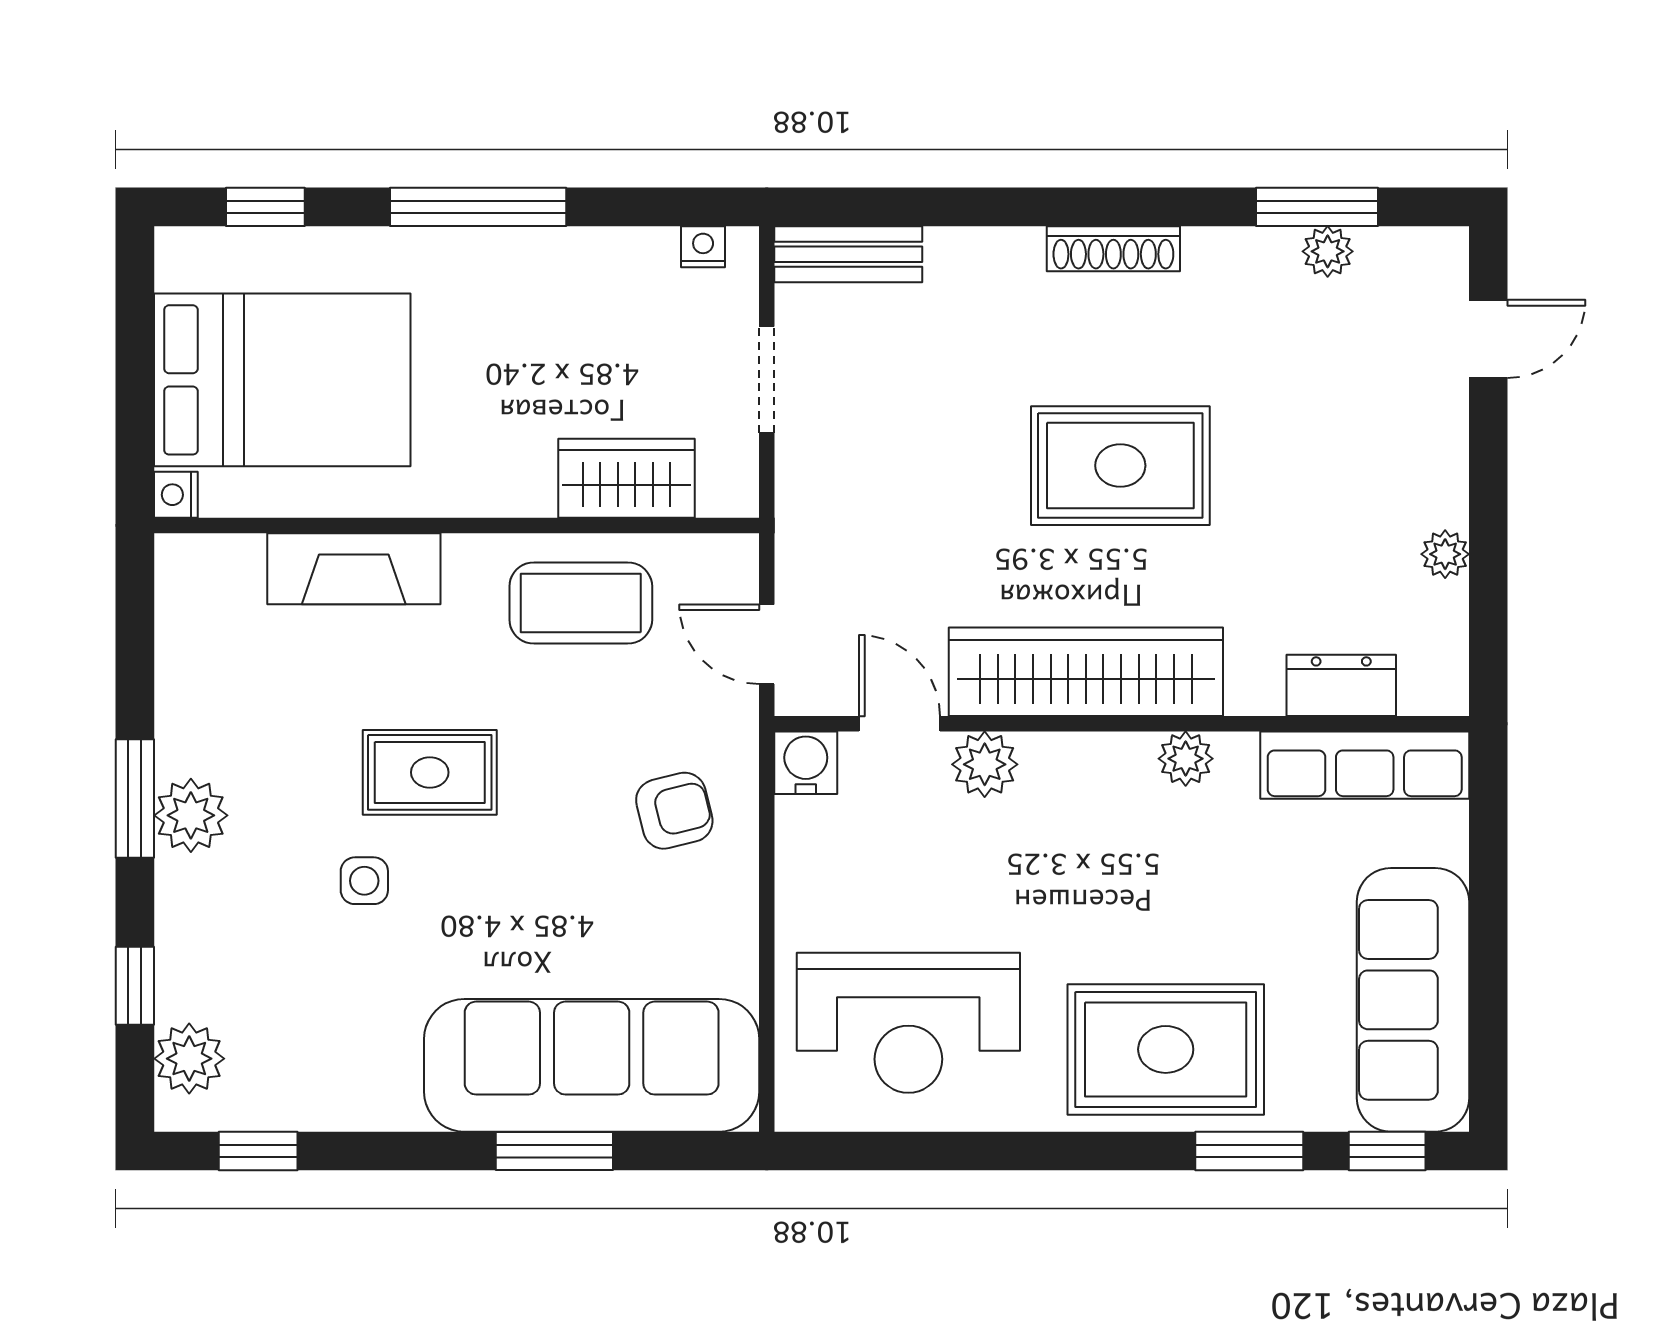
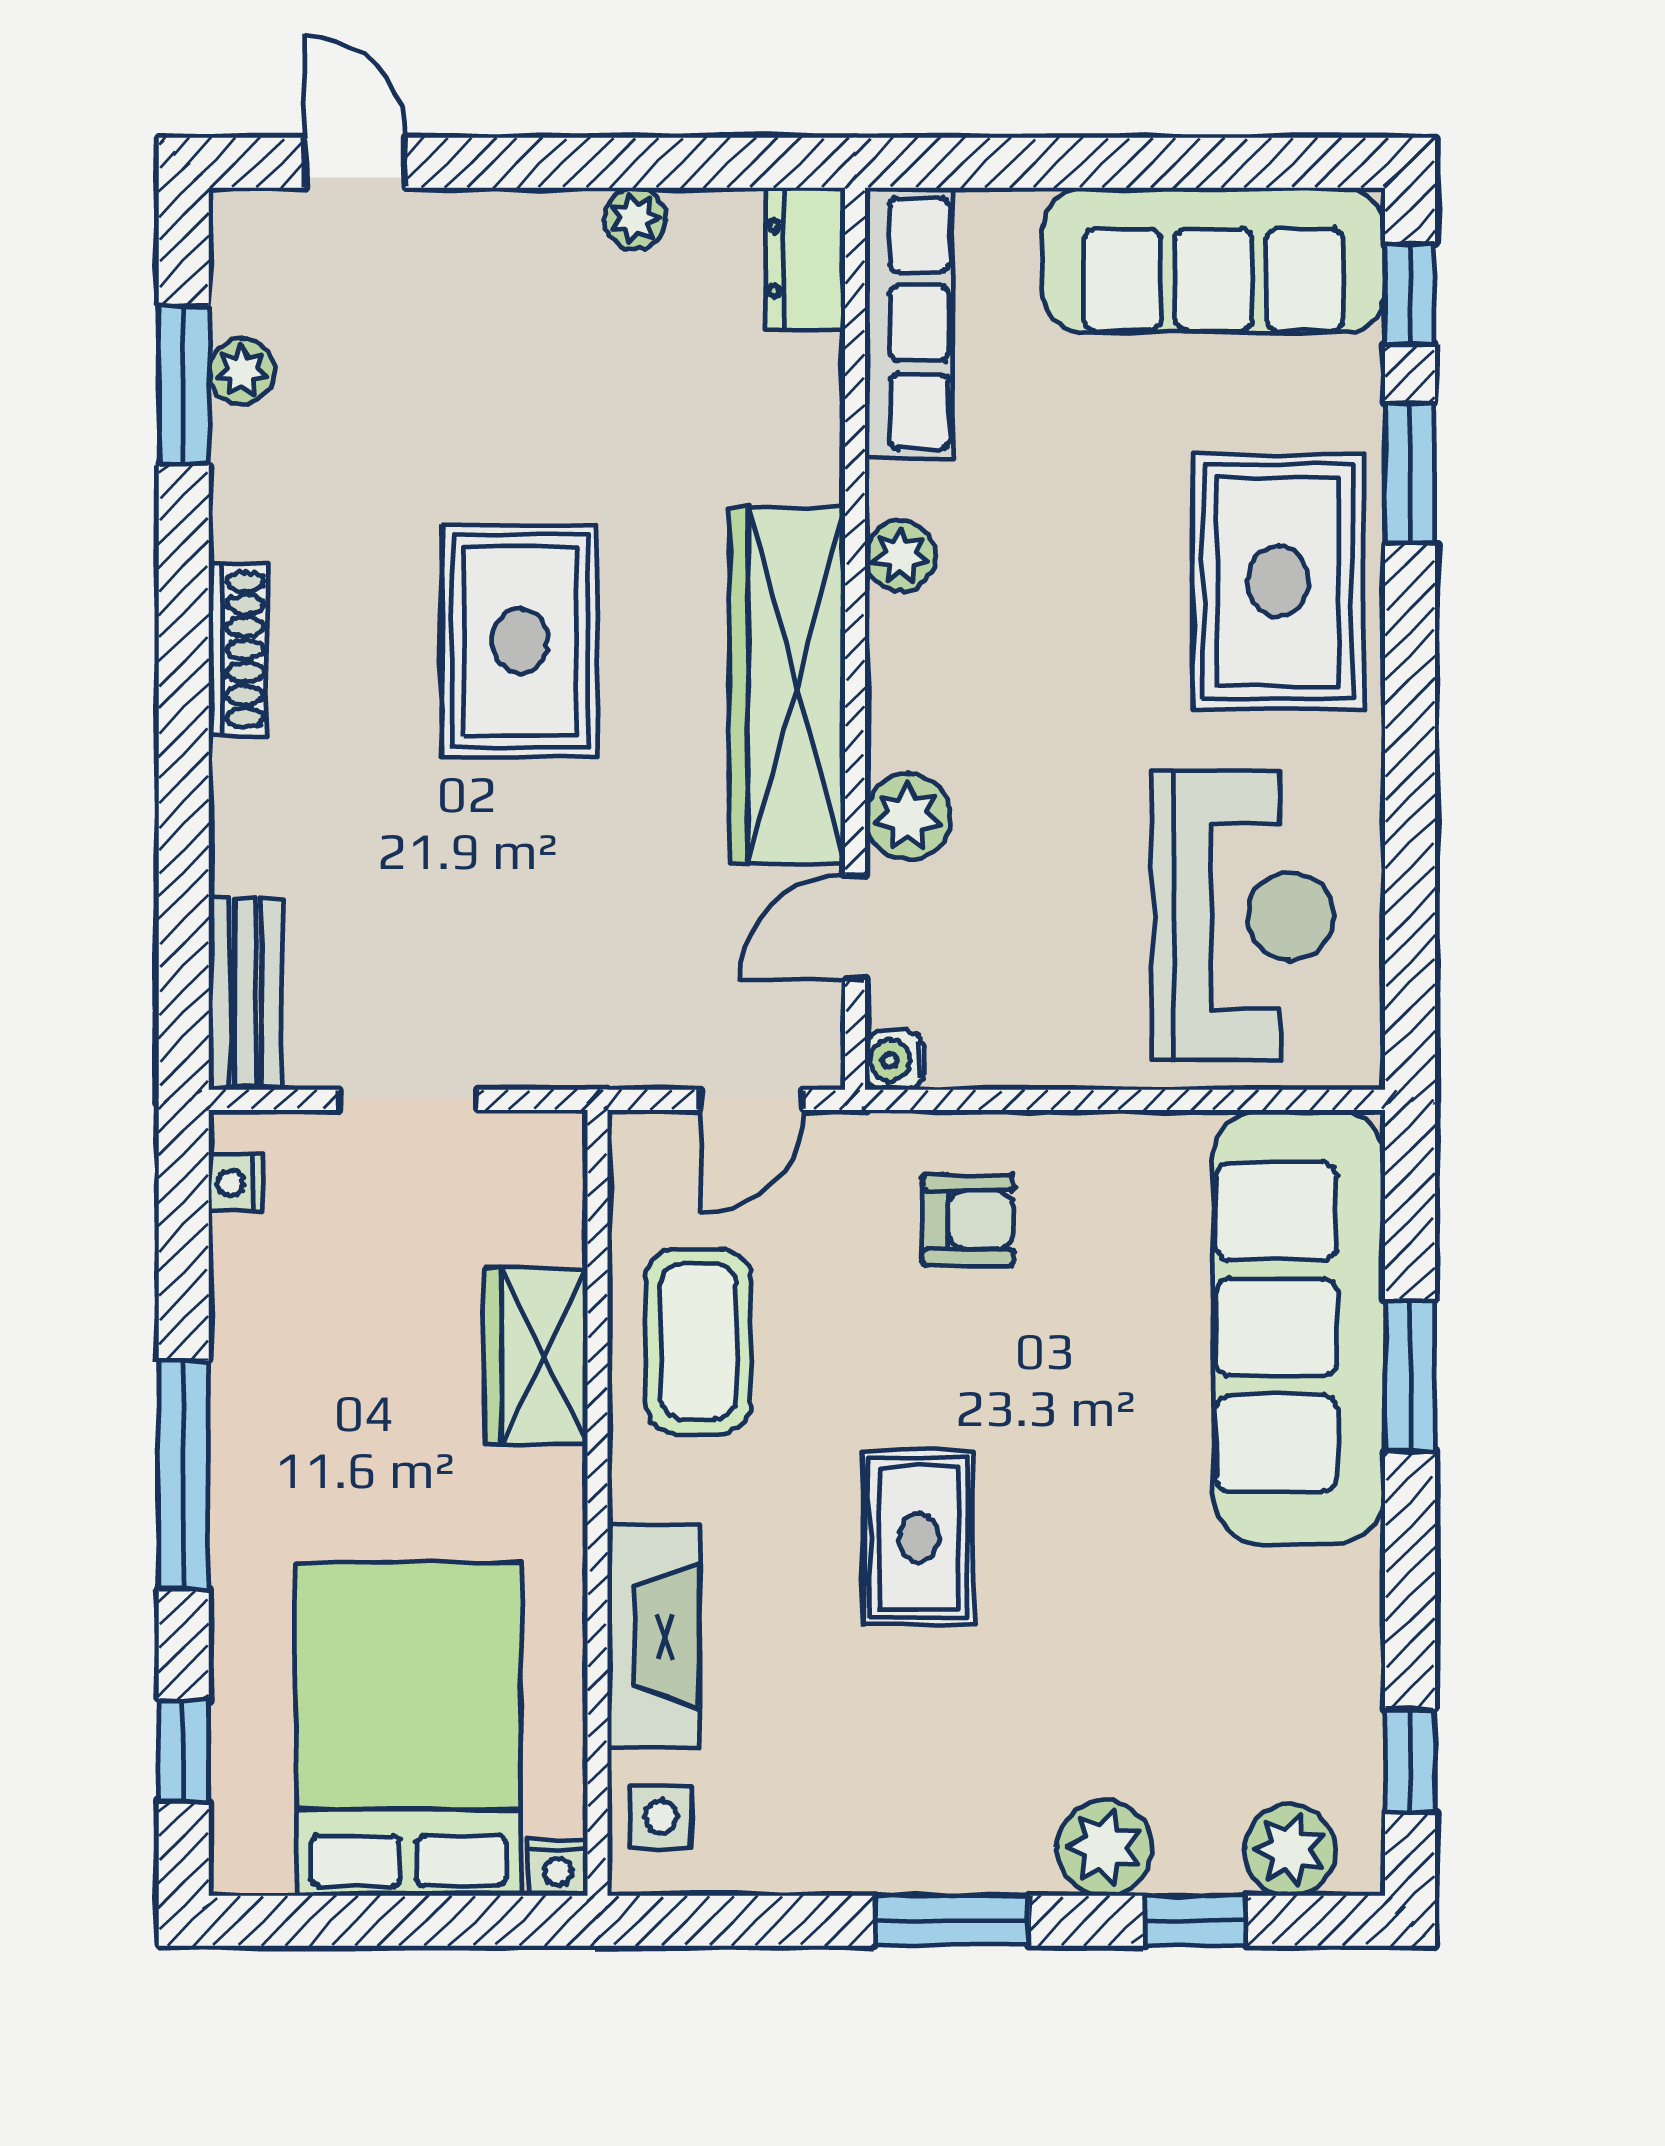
wardrobe: (626, 478) -> (536, 1356), moved
dresser: (1341, 685) -> (805, 258), moved
water cooler: (806, 763) -> (894, 1060), width x0.72, depth x0.72
armchair: (674, 811) -> (968, 1220), turned 104
plant: (191, 815) -> (1104, 1848), moved
side table: (364, 881) -> (661, 1817), moved

